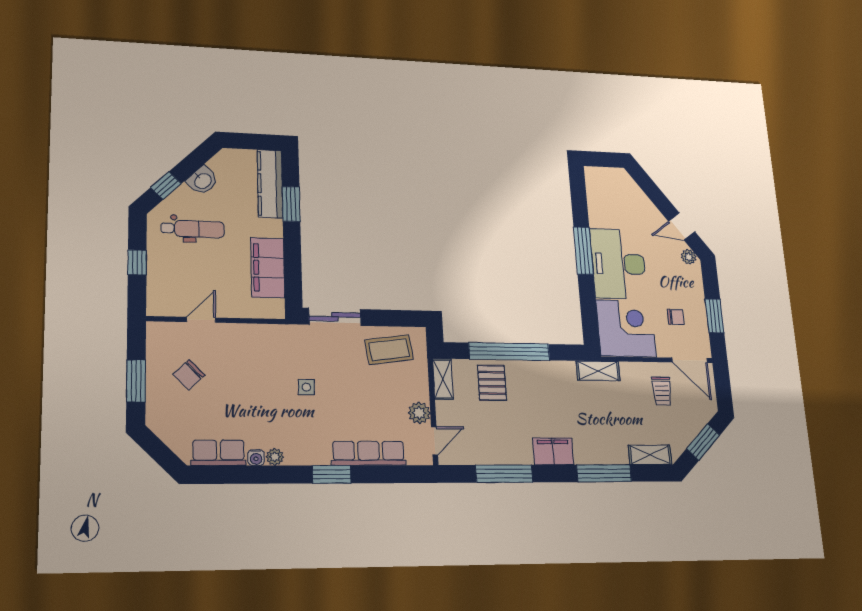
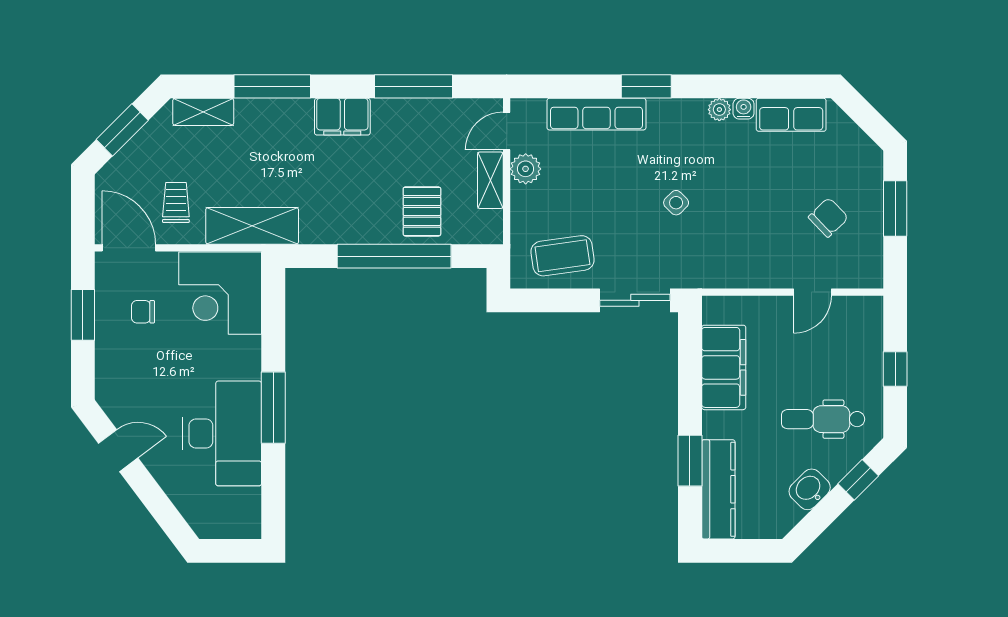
plant: (689, 257) -> (112, 404), removed
desk: (618, 264) -> (222, 433), moved
shelving: (598, 371) -> (252, 226), width x1.50, depth x1.33
shelving: (443, 379) -> (490, 180), moved
side table: (306, 387) -> (676, 203), turned 45

